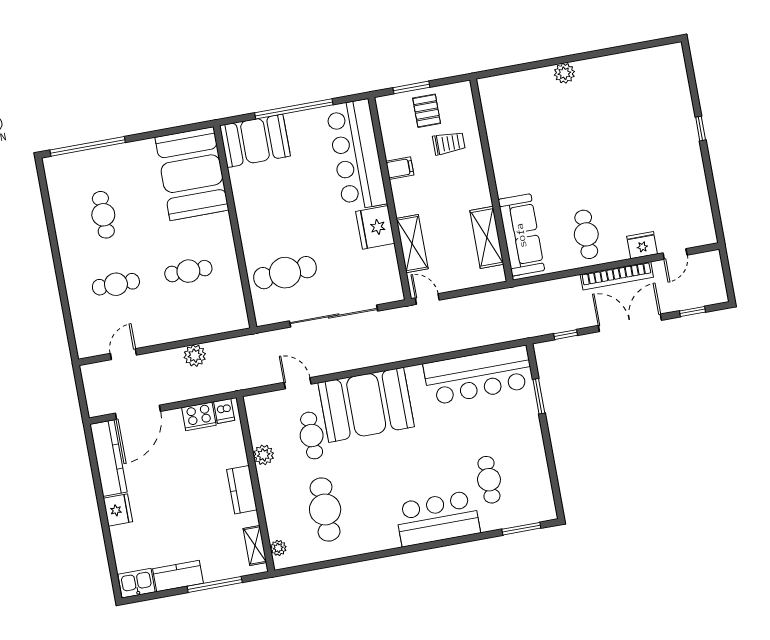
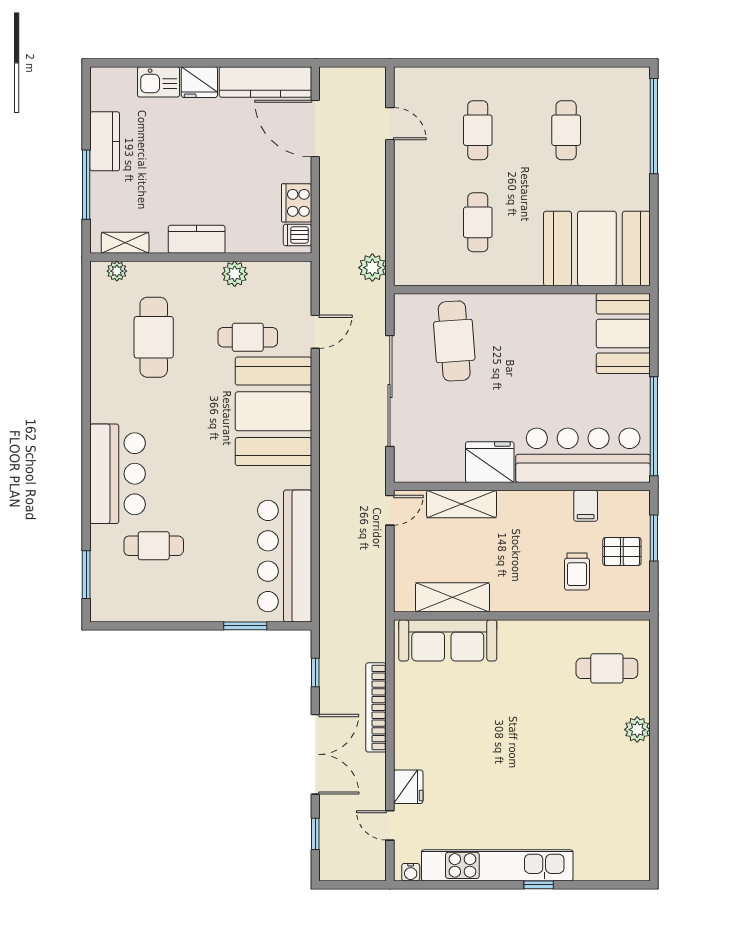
window: (294, 109) -> (654, 426), moved
kitchen unit: (691, 164) -> (497, 865), added
filing cabinet: (400, 168) -> (586, 506), moved
cafe table: (103, 215) -> (566, 130), turned 90
water cooler: (709, 231) -> (411, 872), added
cafe table: (586, 234) -> (607, 668), moved
bookcase: (617, 276) -> (376, 707), moved
plant: (195, 356) -> (372, 268), moved
cafe table: (325, 509) -> (154, 337), turned 90
kitchen sink: (137, 583) -> (158, 82), moved, turned 90

